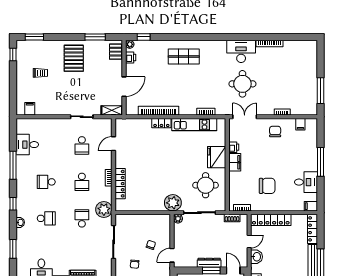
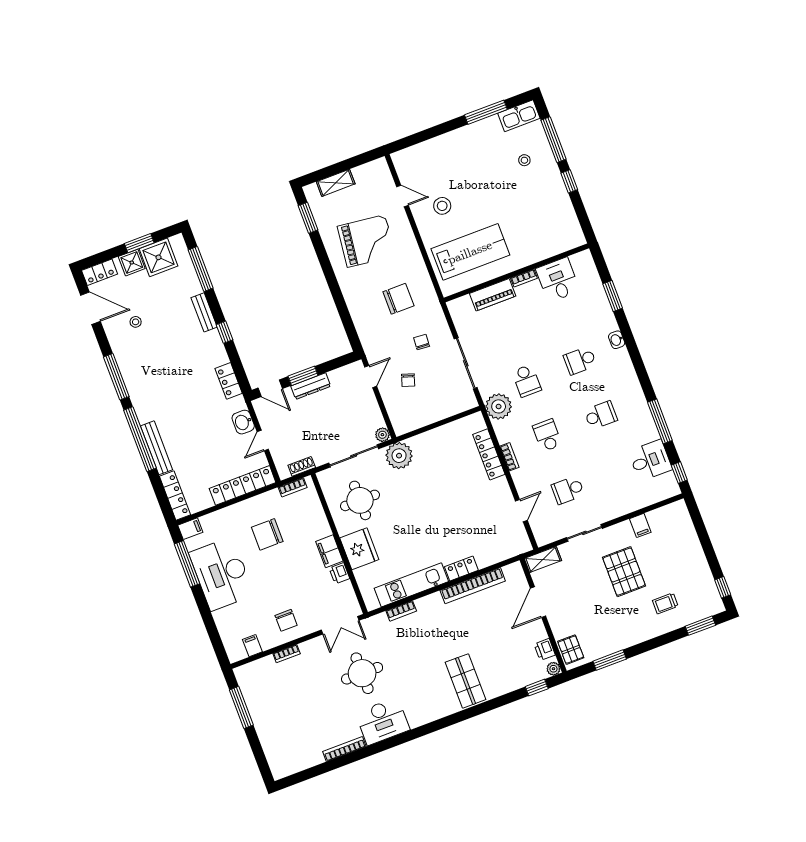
shop shelf: (184, 57) -> (465, 681), turned 90
pallet: (74, 58) -> (624, 572), moved
trolley: (40, 73) -> (665, 603), moved
filing cabinet: (30, 109) -> (640, 525), moved
school desk: (82, 145) -> (568, 490), turned -90
window: (320, 162) -> (187, 564), moved
desk: (306, 182) -> (222, 574), width x1.87, depth x1.30
window: (13, 204) -> (679, 473), moved

